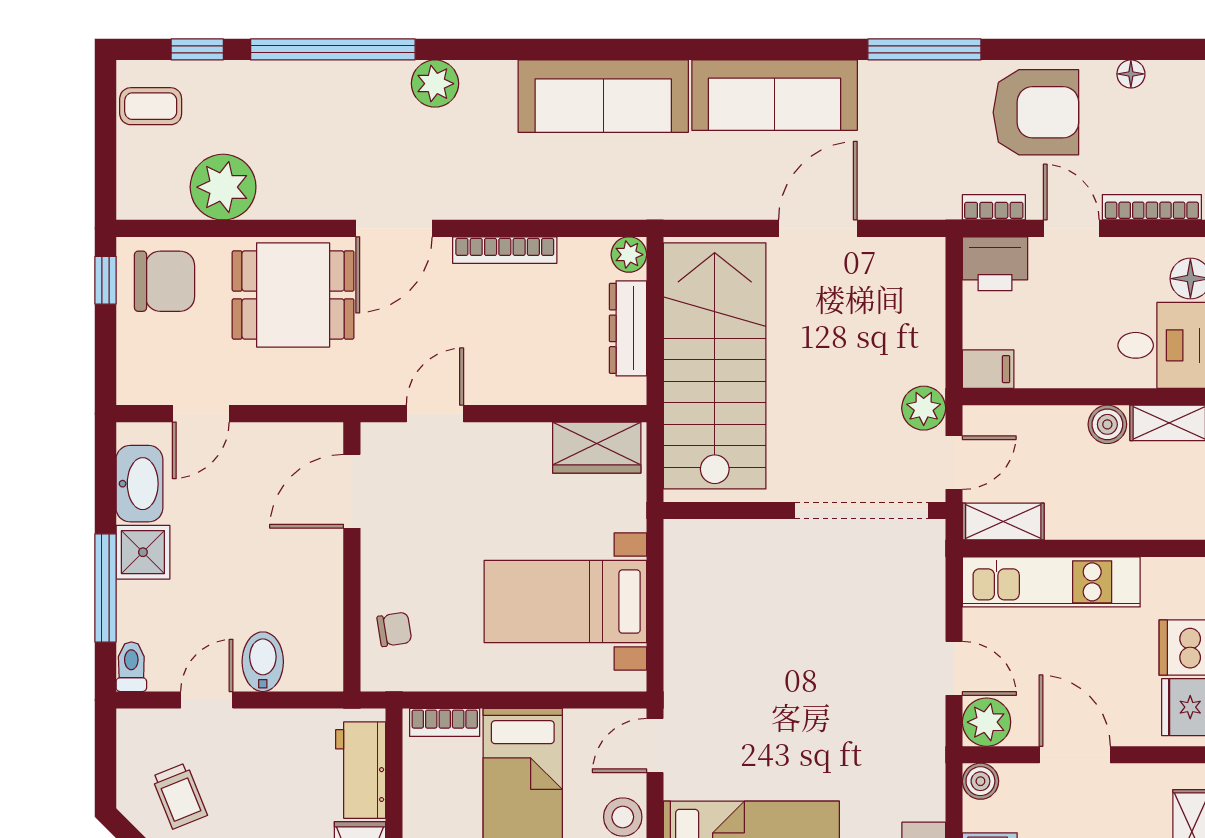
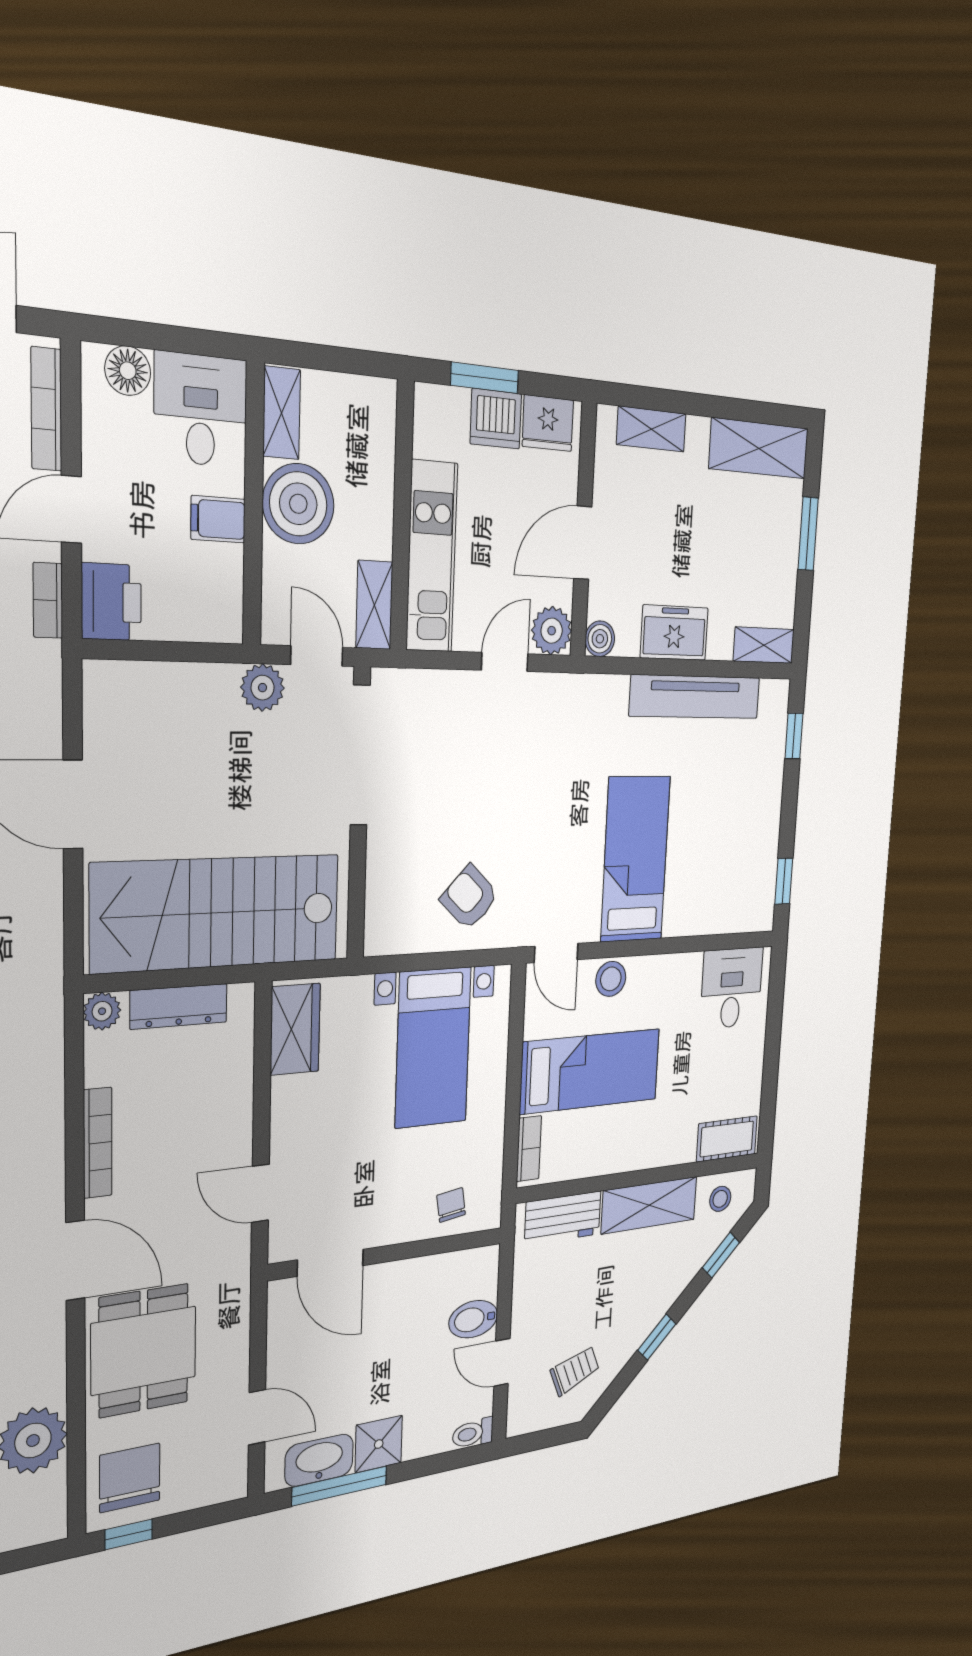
filing cabinet: (988, 369) -> (218, 519), moved, turned -90
boiler: (1107, 424) -> (298, 504), width x1.86, depth x1.86
window: (106, 588) -> (340, 1486), moved
armchair: (718, 638) -> (470, 898), added

